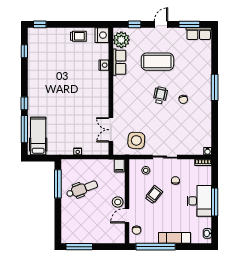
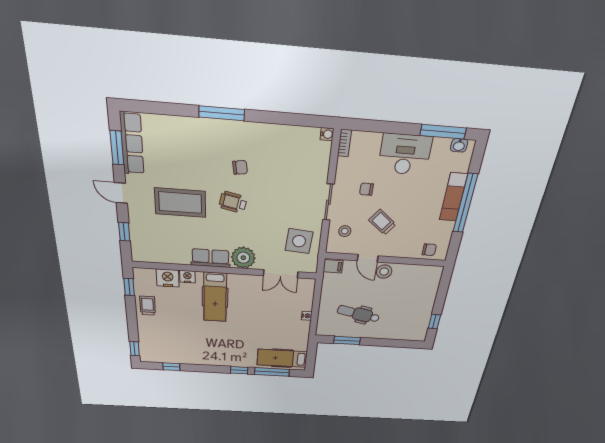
window: (93, 24) -> (129, 287), added
row of seats: (199, 34) -> (132, 144), width x1.48
nightstand: (102, 35) -> (168, 278), moved
plant: (121, 40) -> (243, 258), moved
row of seats: (119, 62) -> (210, 258), moved
coffee table: (157, 62) -> (180, 203), turned 90
hospital bed: (89, 84) -> (215, 297), added
window: (58, 184) -> (347, 341), width x0.69
dental chair: (82, 189) -> (358, 314), turned -58
window: (215, 202) -> (443, 132), moved
door: (127, 216) -> (368, 258), moved
window: (79, 247) -> (434, 322), width x0.46
window: (156, 247) -> (465, 203), moved

